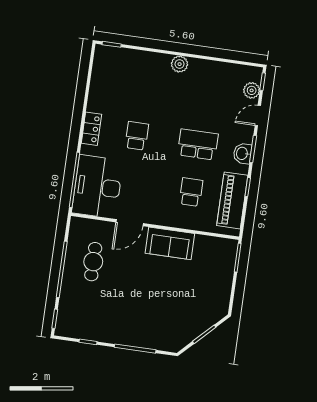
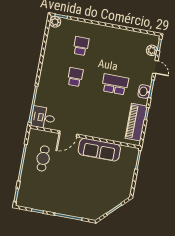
plant: (180, 64) -> (55, 22), moved
door: (258, 116) -> (155, 67), swing flipped
locker: (91, 129) -> (46, 71), removed
desk: (97, 187) -> (43, 118), width x0.53, depth x0.77
school desk: (191, 192) -> (81, 46), moved
sofa: (170, 243) -> (99, 150), width x1.36

